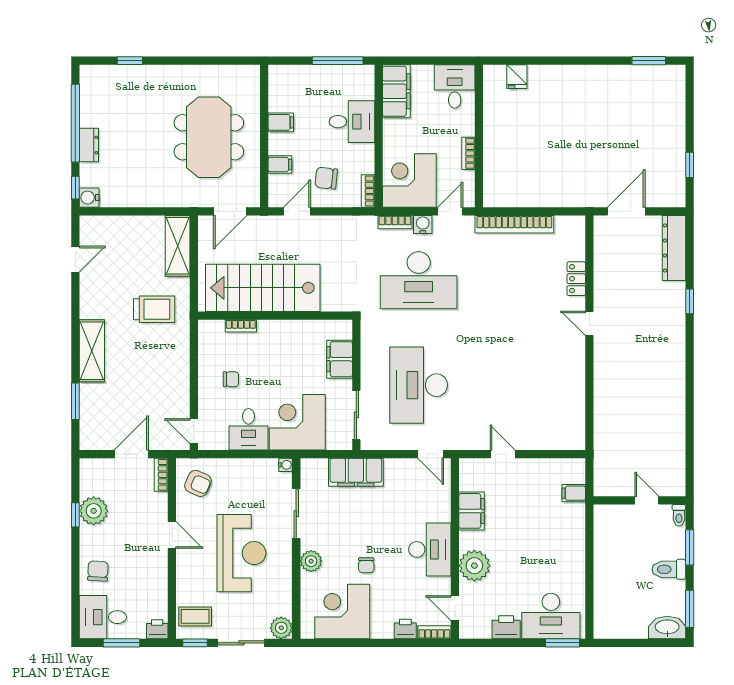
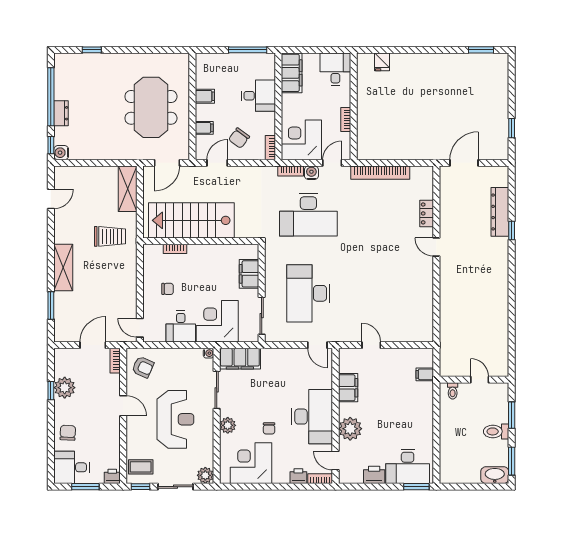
chair: (326, 178) -> (239, 138), turned -59
dresser: (674, 248) -> (500, 212), moved
filing cabinet: (356, 472) -> (240, 359), moved
toilet: (679, 515) -> (453, 391), moved
desk: (430, 549) -> (312, 417), width x1.36, depth x1.30

